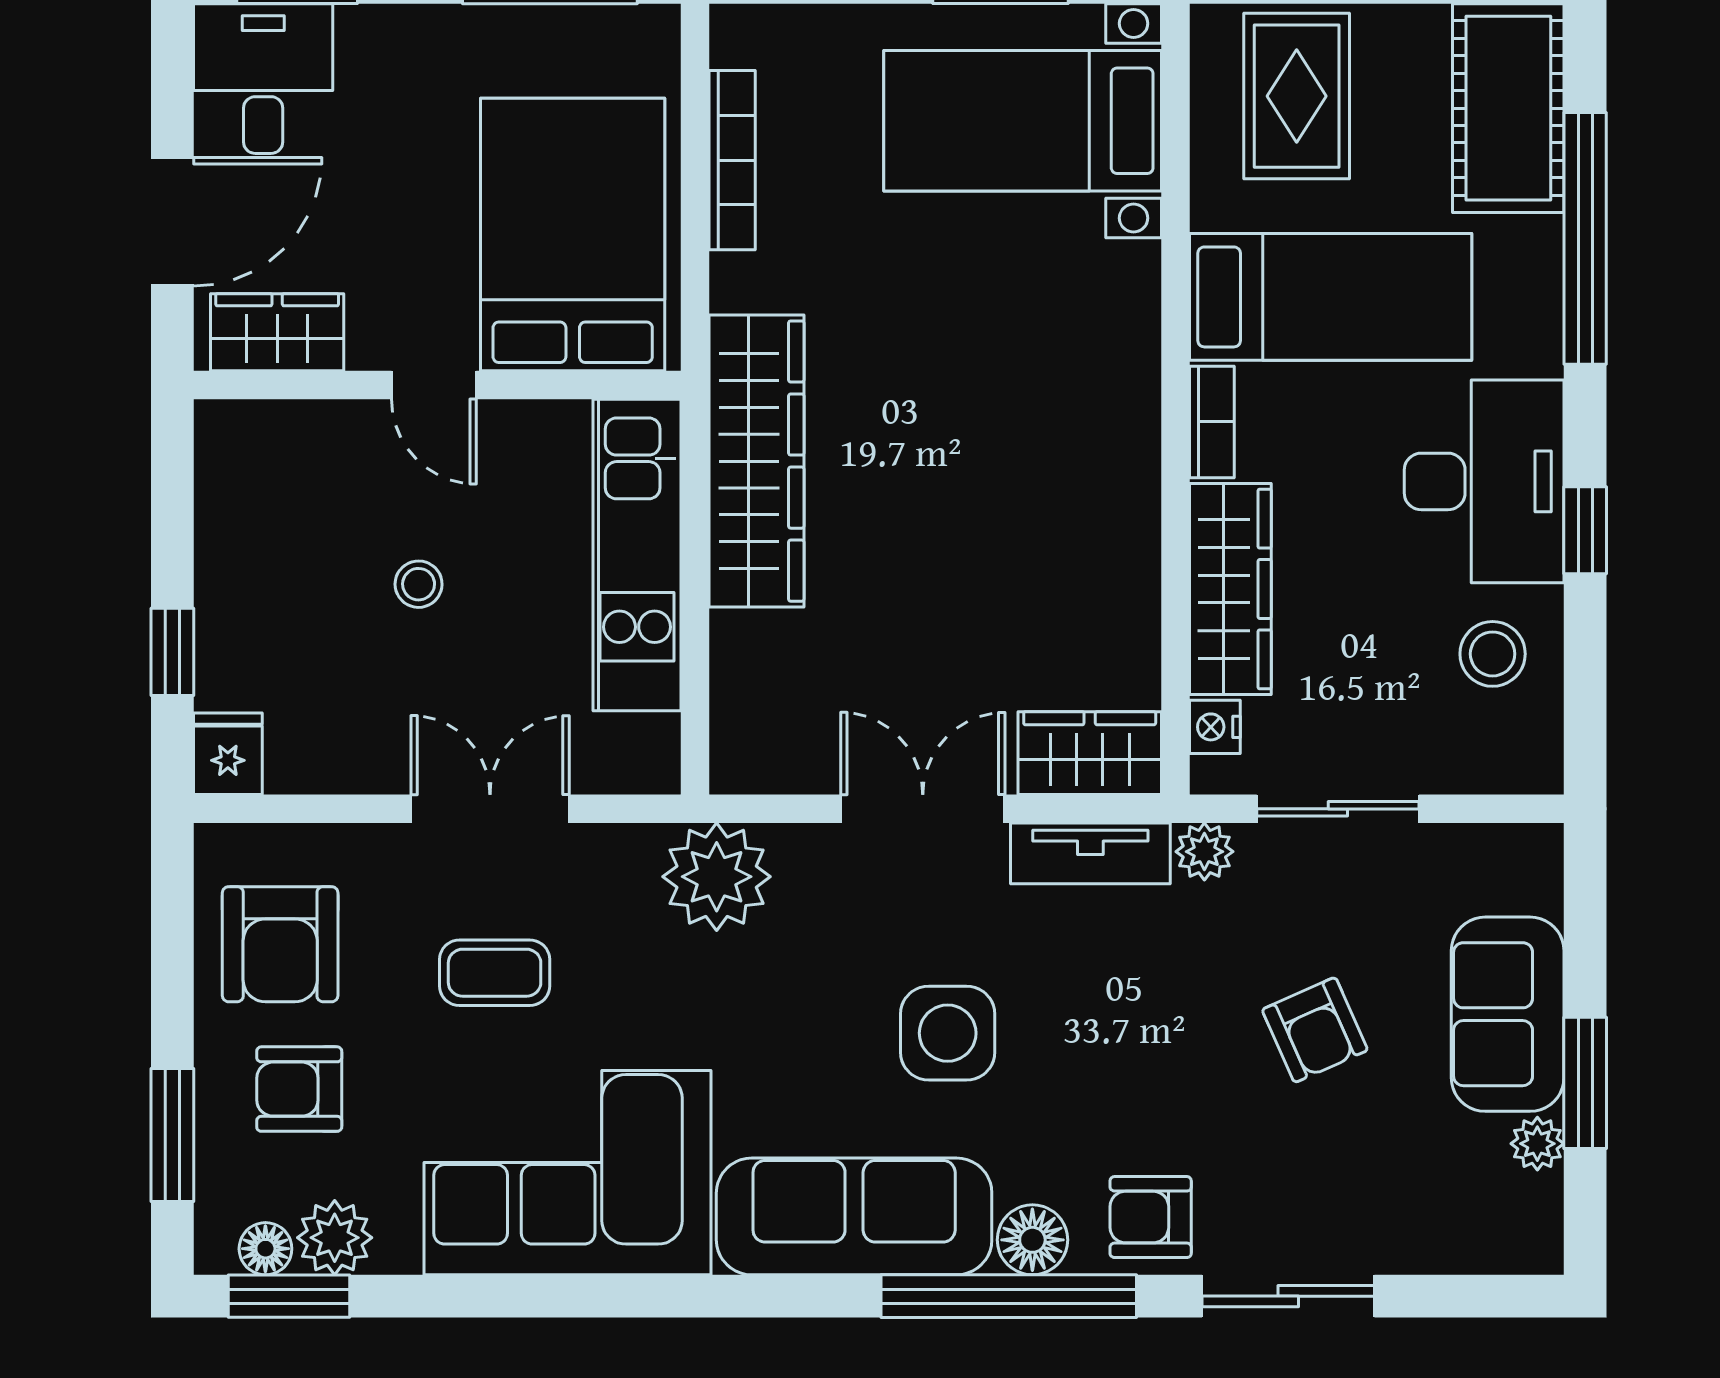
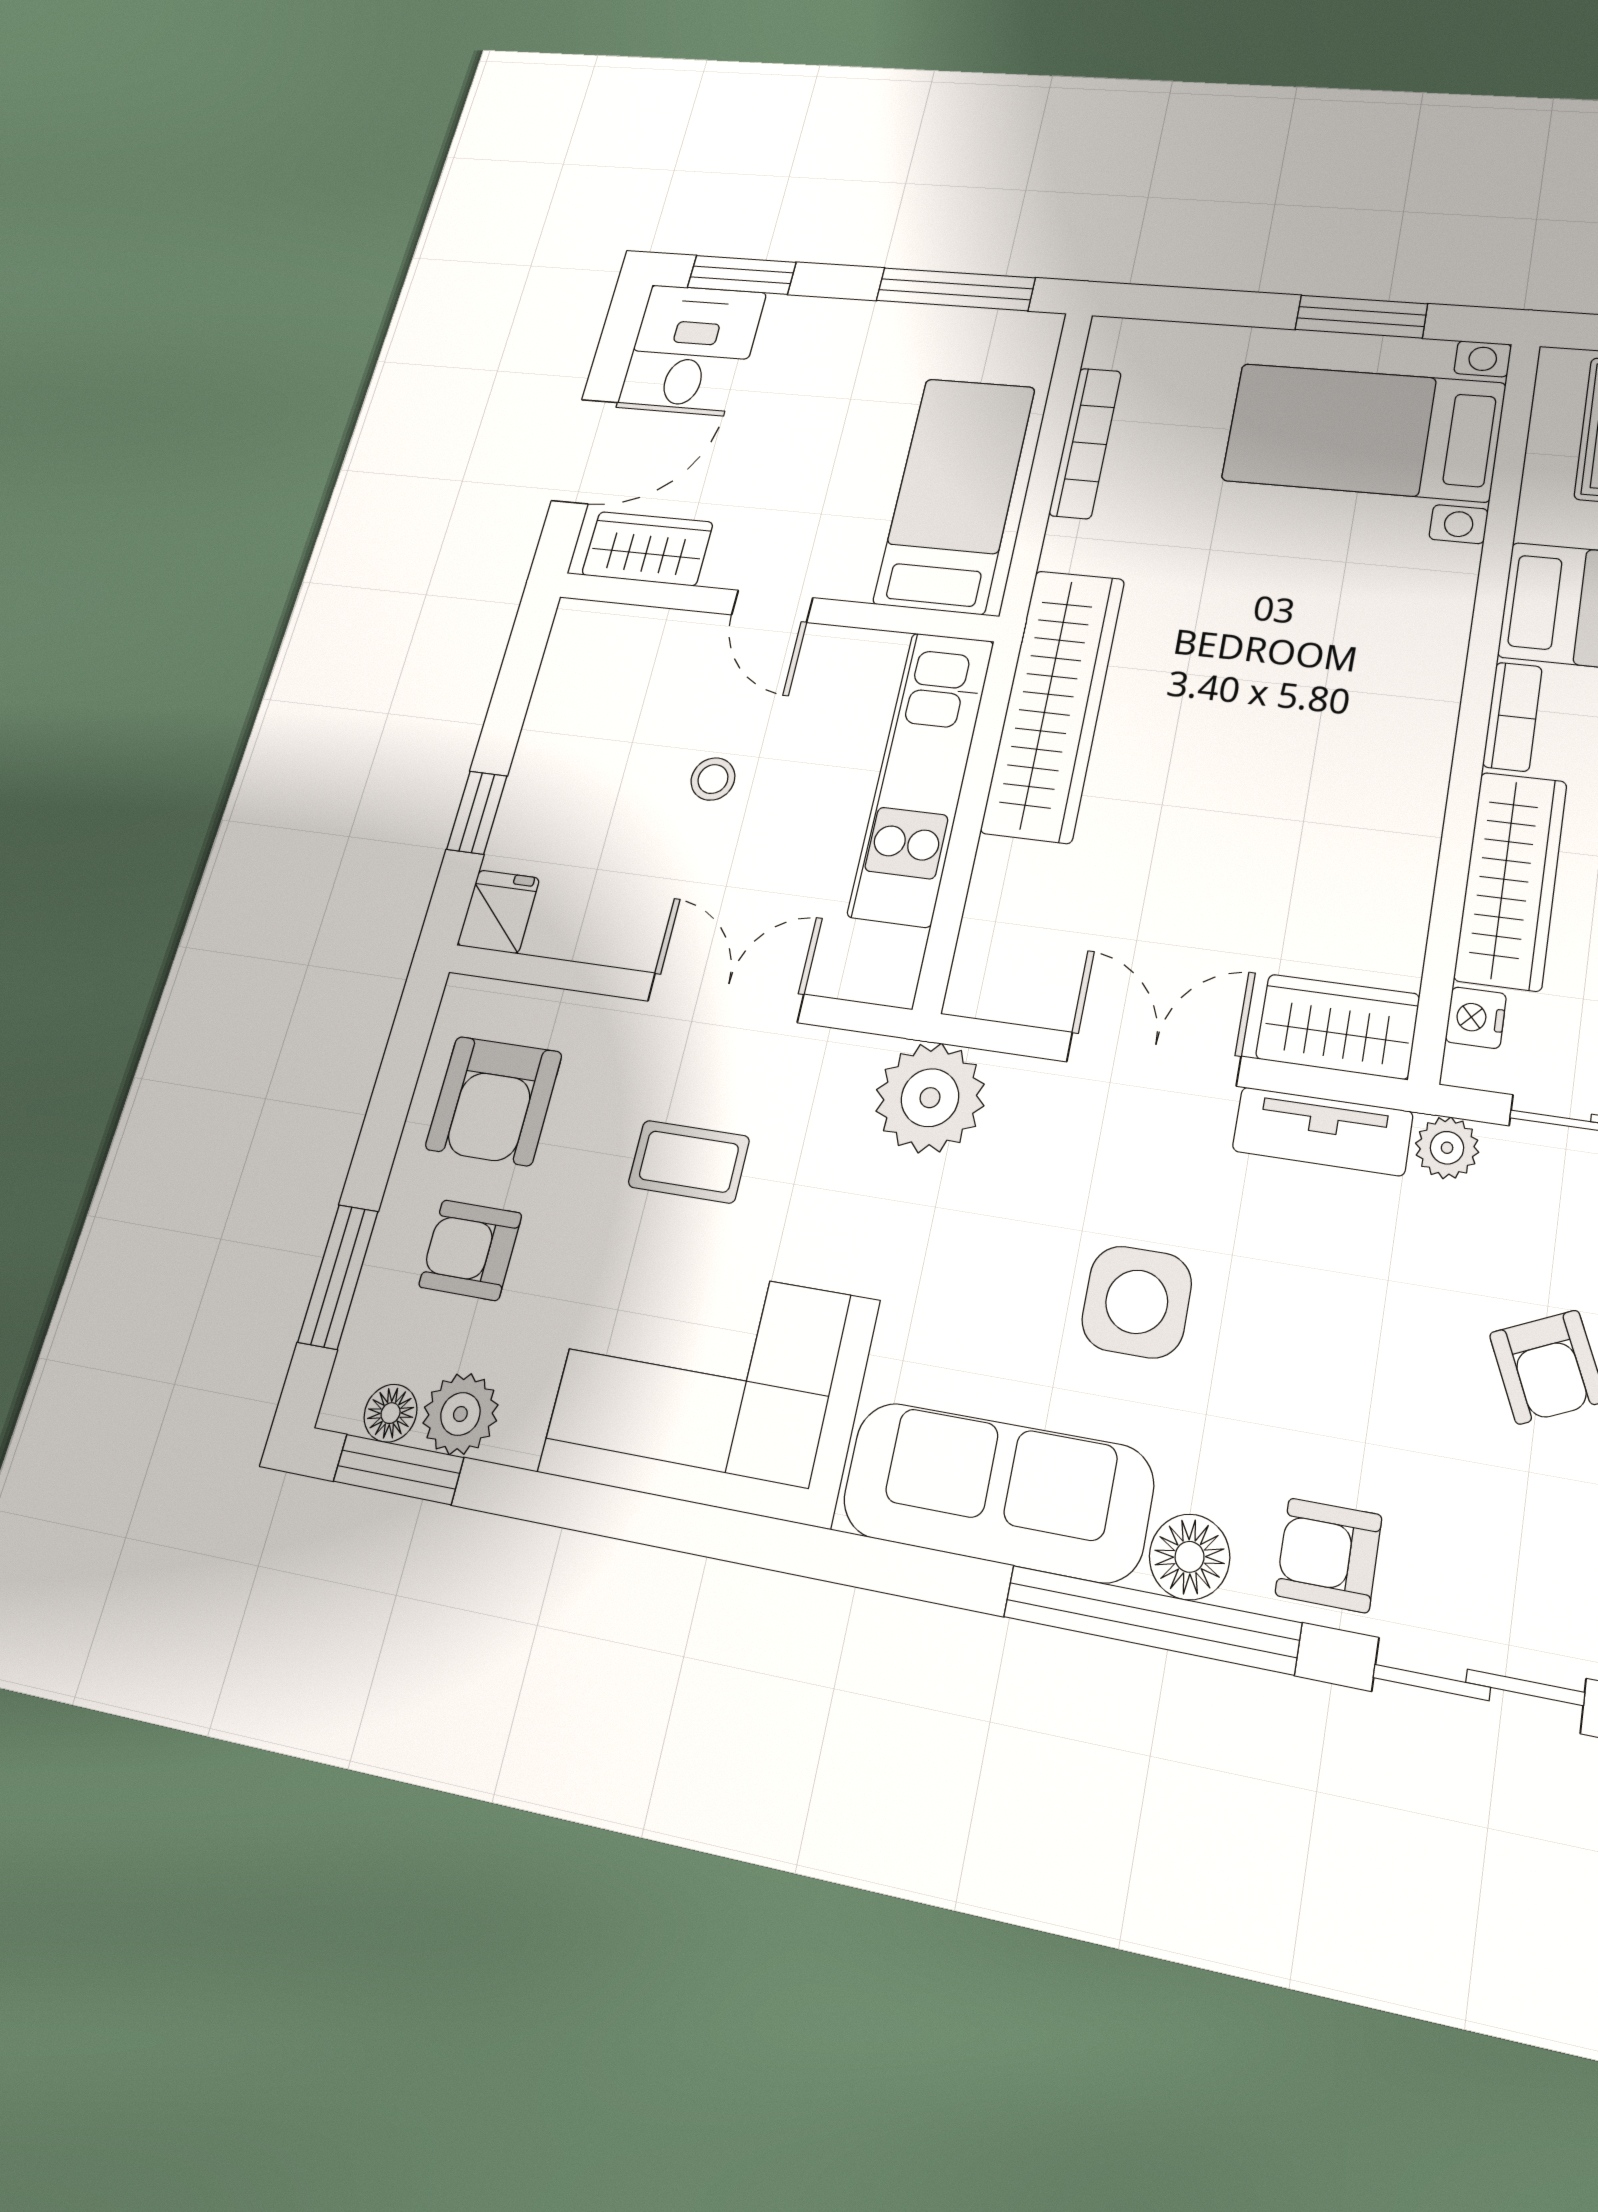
bed: (573, 235) -> (955, 494), width x0.67

